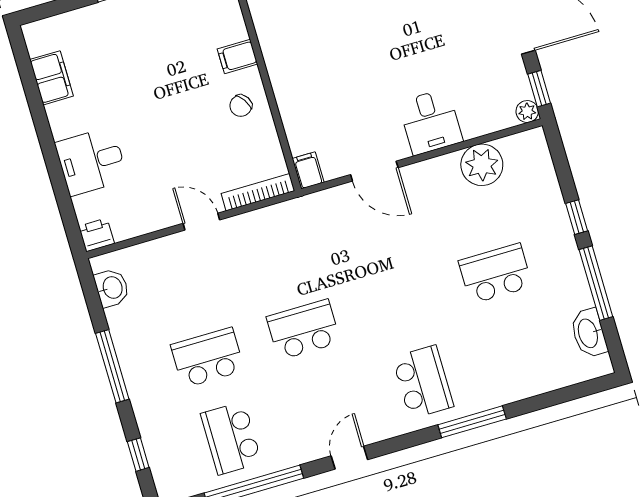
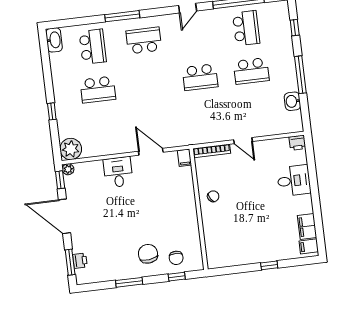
filing cabinet: (237, 57) -> (309, 246), moved, turned 180
plant: (482, 165) -> (71, 149), moved
window: (596, 283) -> (48, 76), removed
washbasin: (112, 288) -> (292, 101), moved
washbasin: (589, 333) -> (54, 40), moved
school desk: (519, 354) -> (93, 47), added
school desk: (423, 382) -> (144, 40), turned 90

